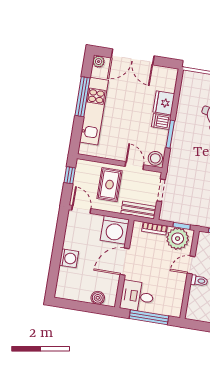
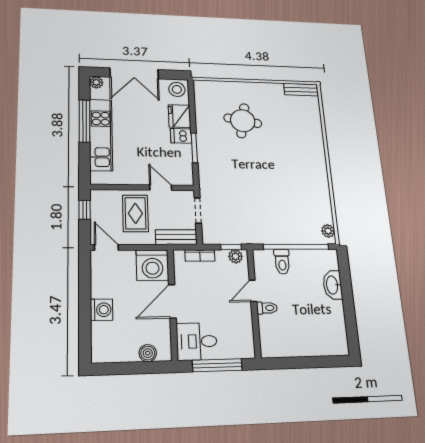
stool: (155, 158) -> (177, 89), moved
plant: (178, 239) -> (236, 256), width x0.53, depth x0.53

